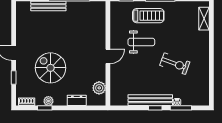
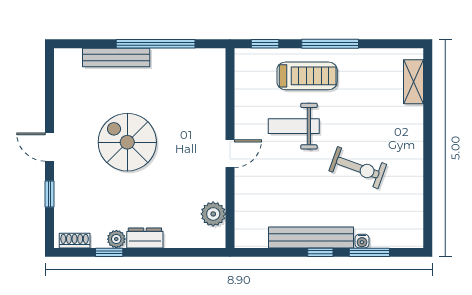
weight bench: (141, 42) -> (294, 126), turned 180
spiral stairs: (51, 68) -> (127, 142), moved
dresser: (77, 100) -> (145, 238), moved

